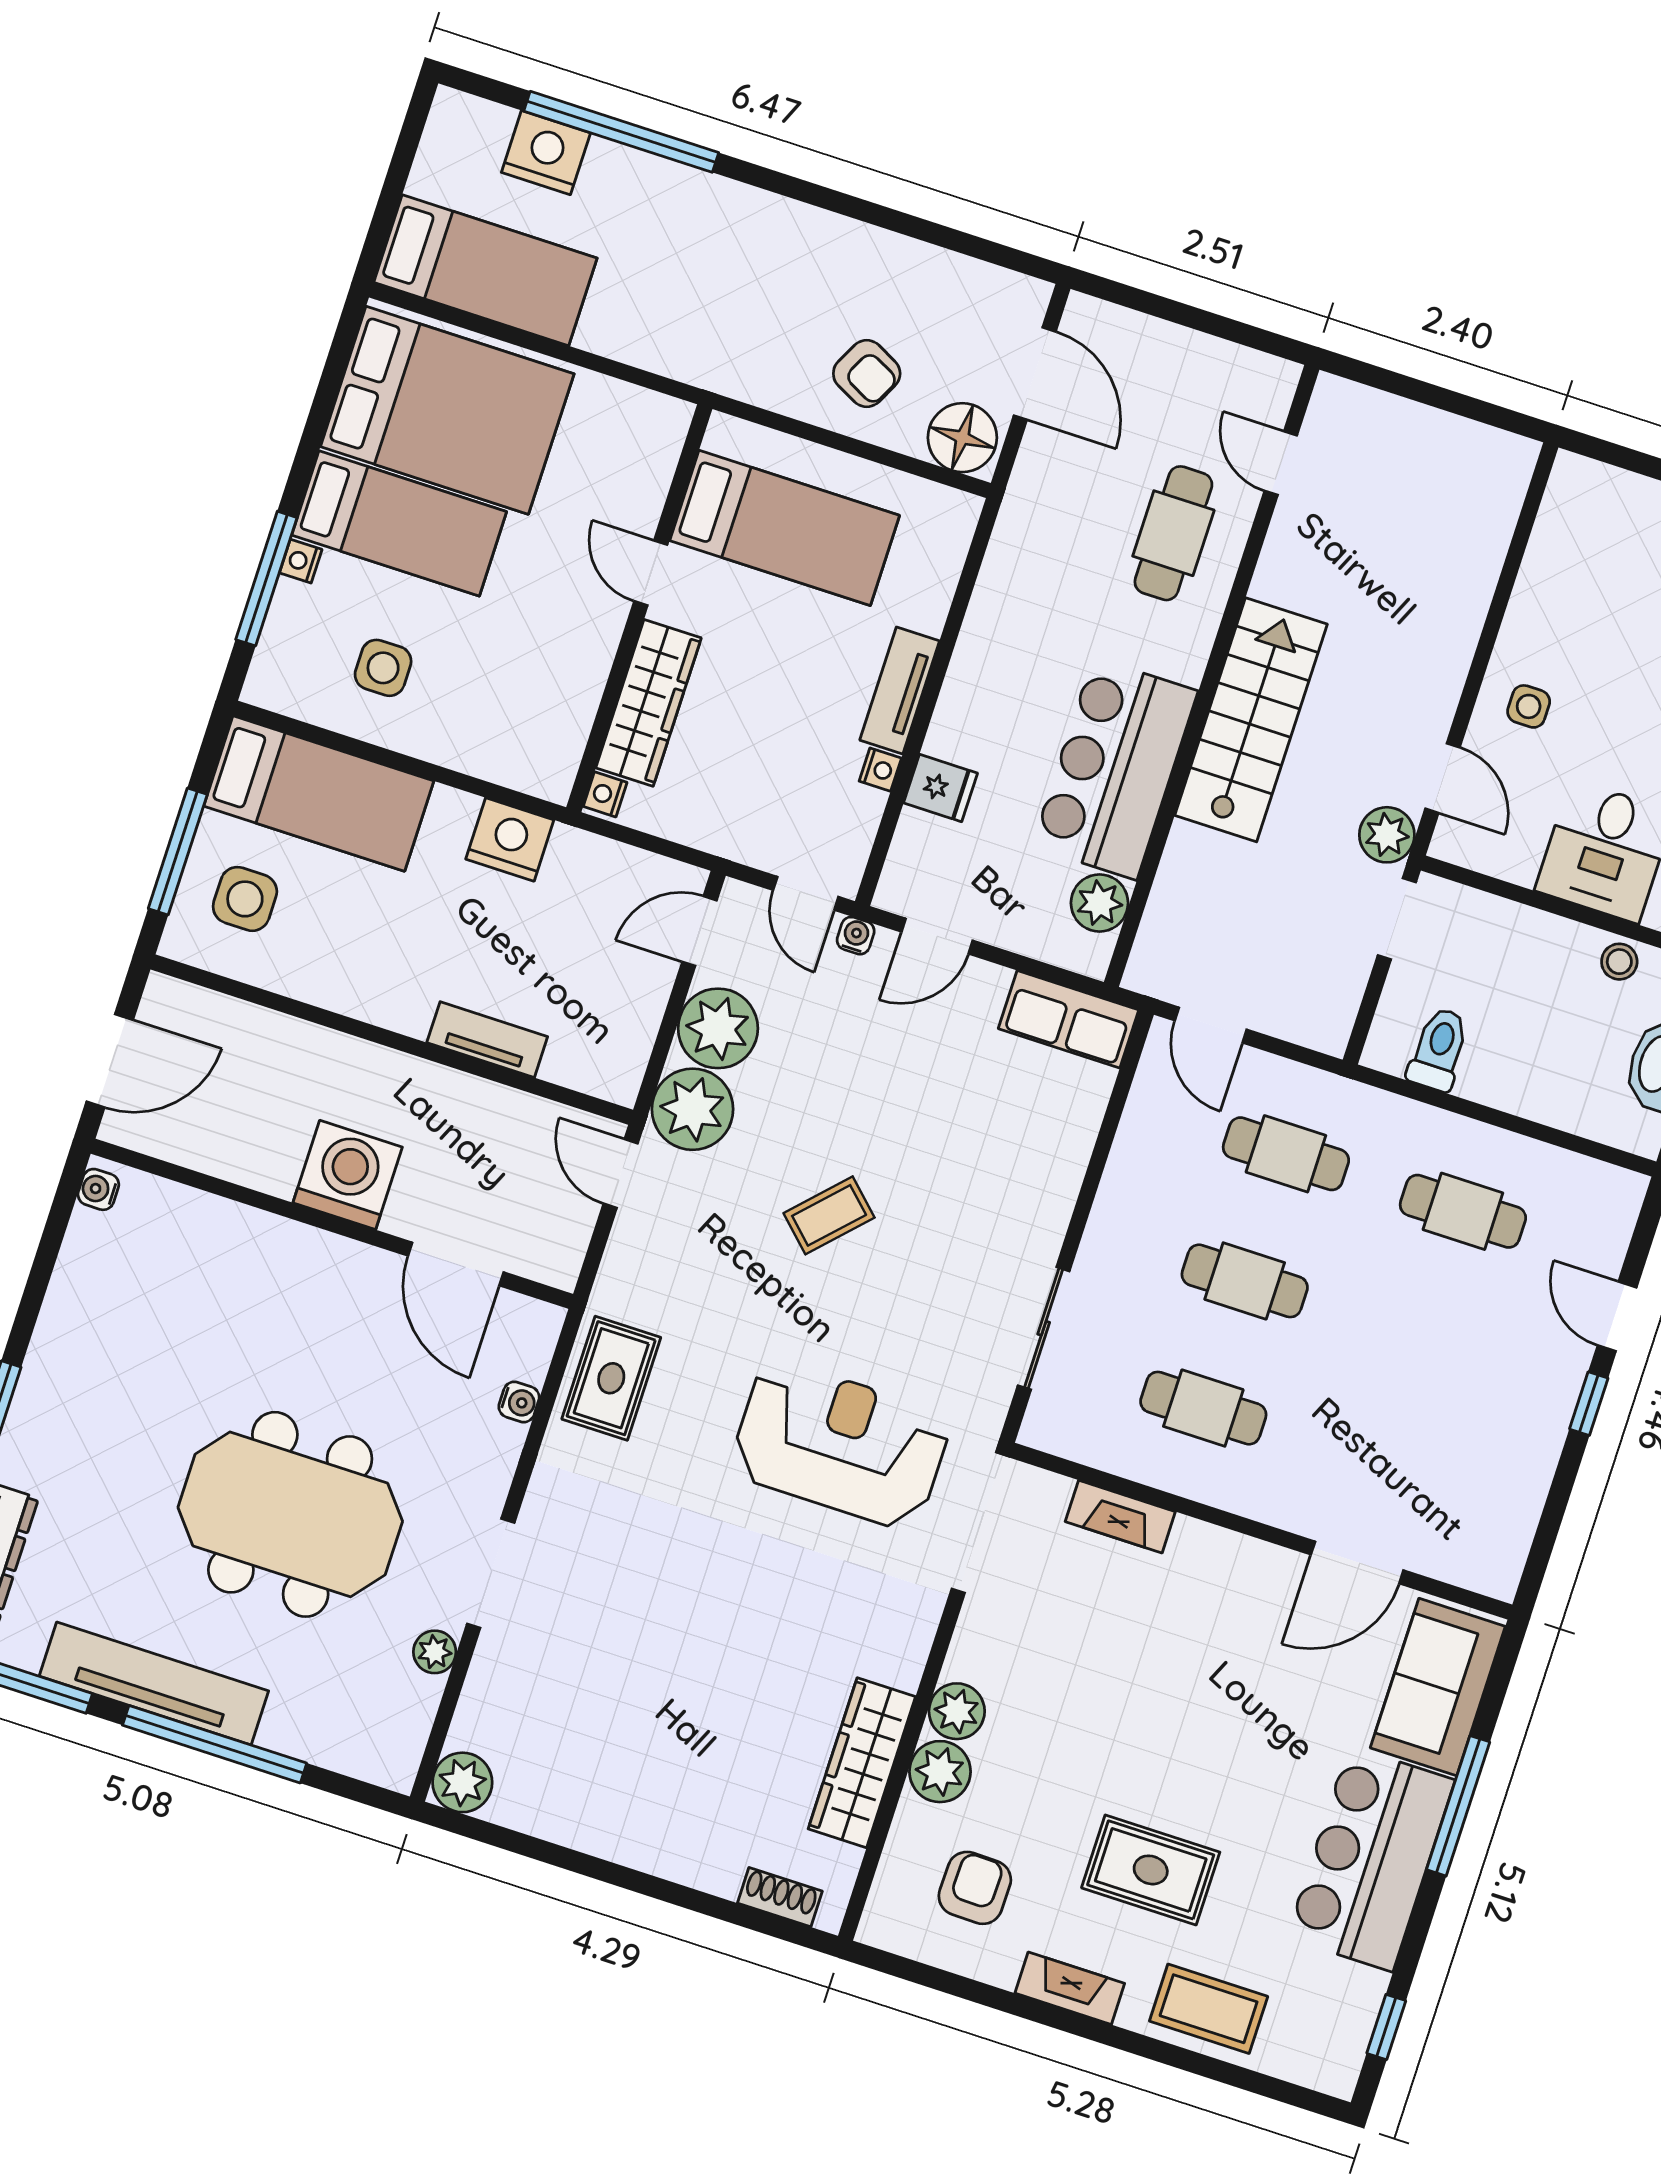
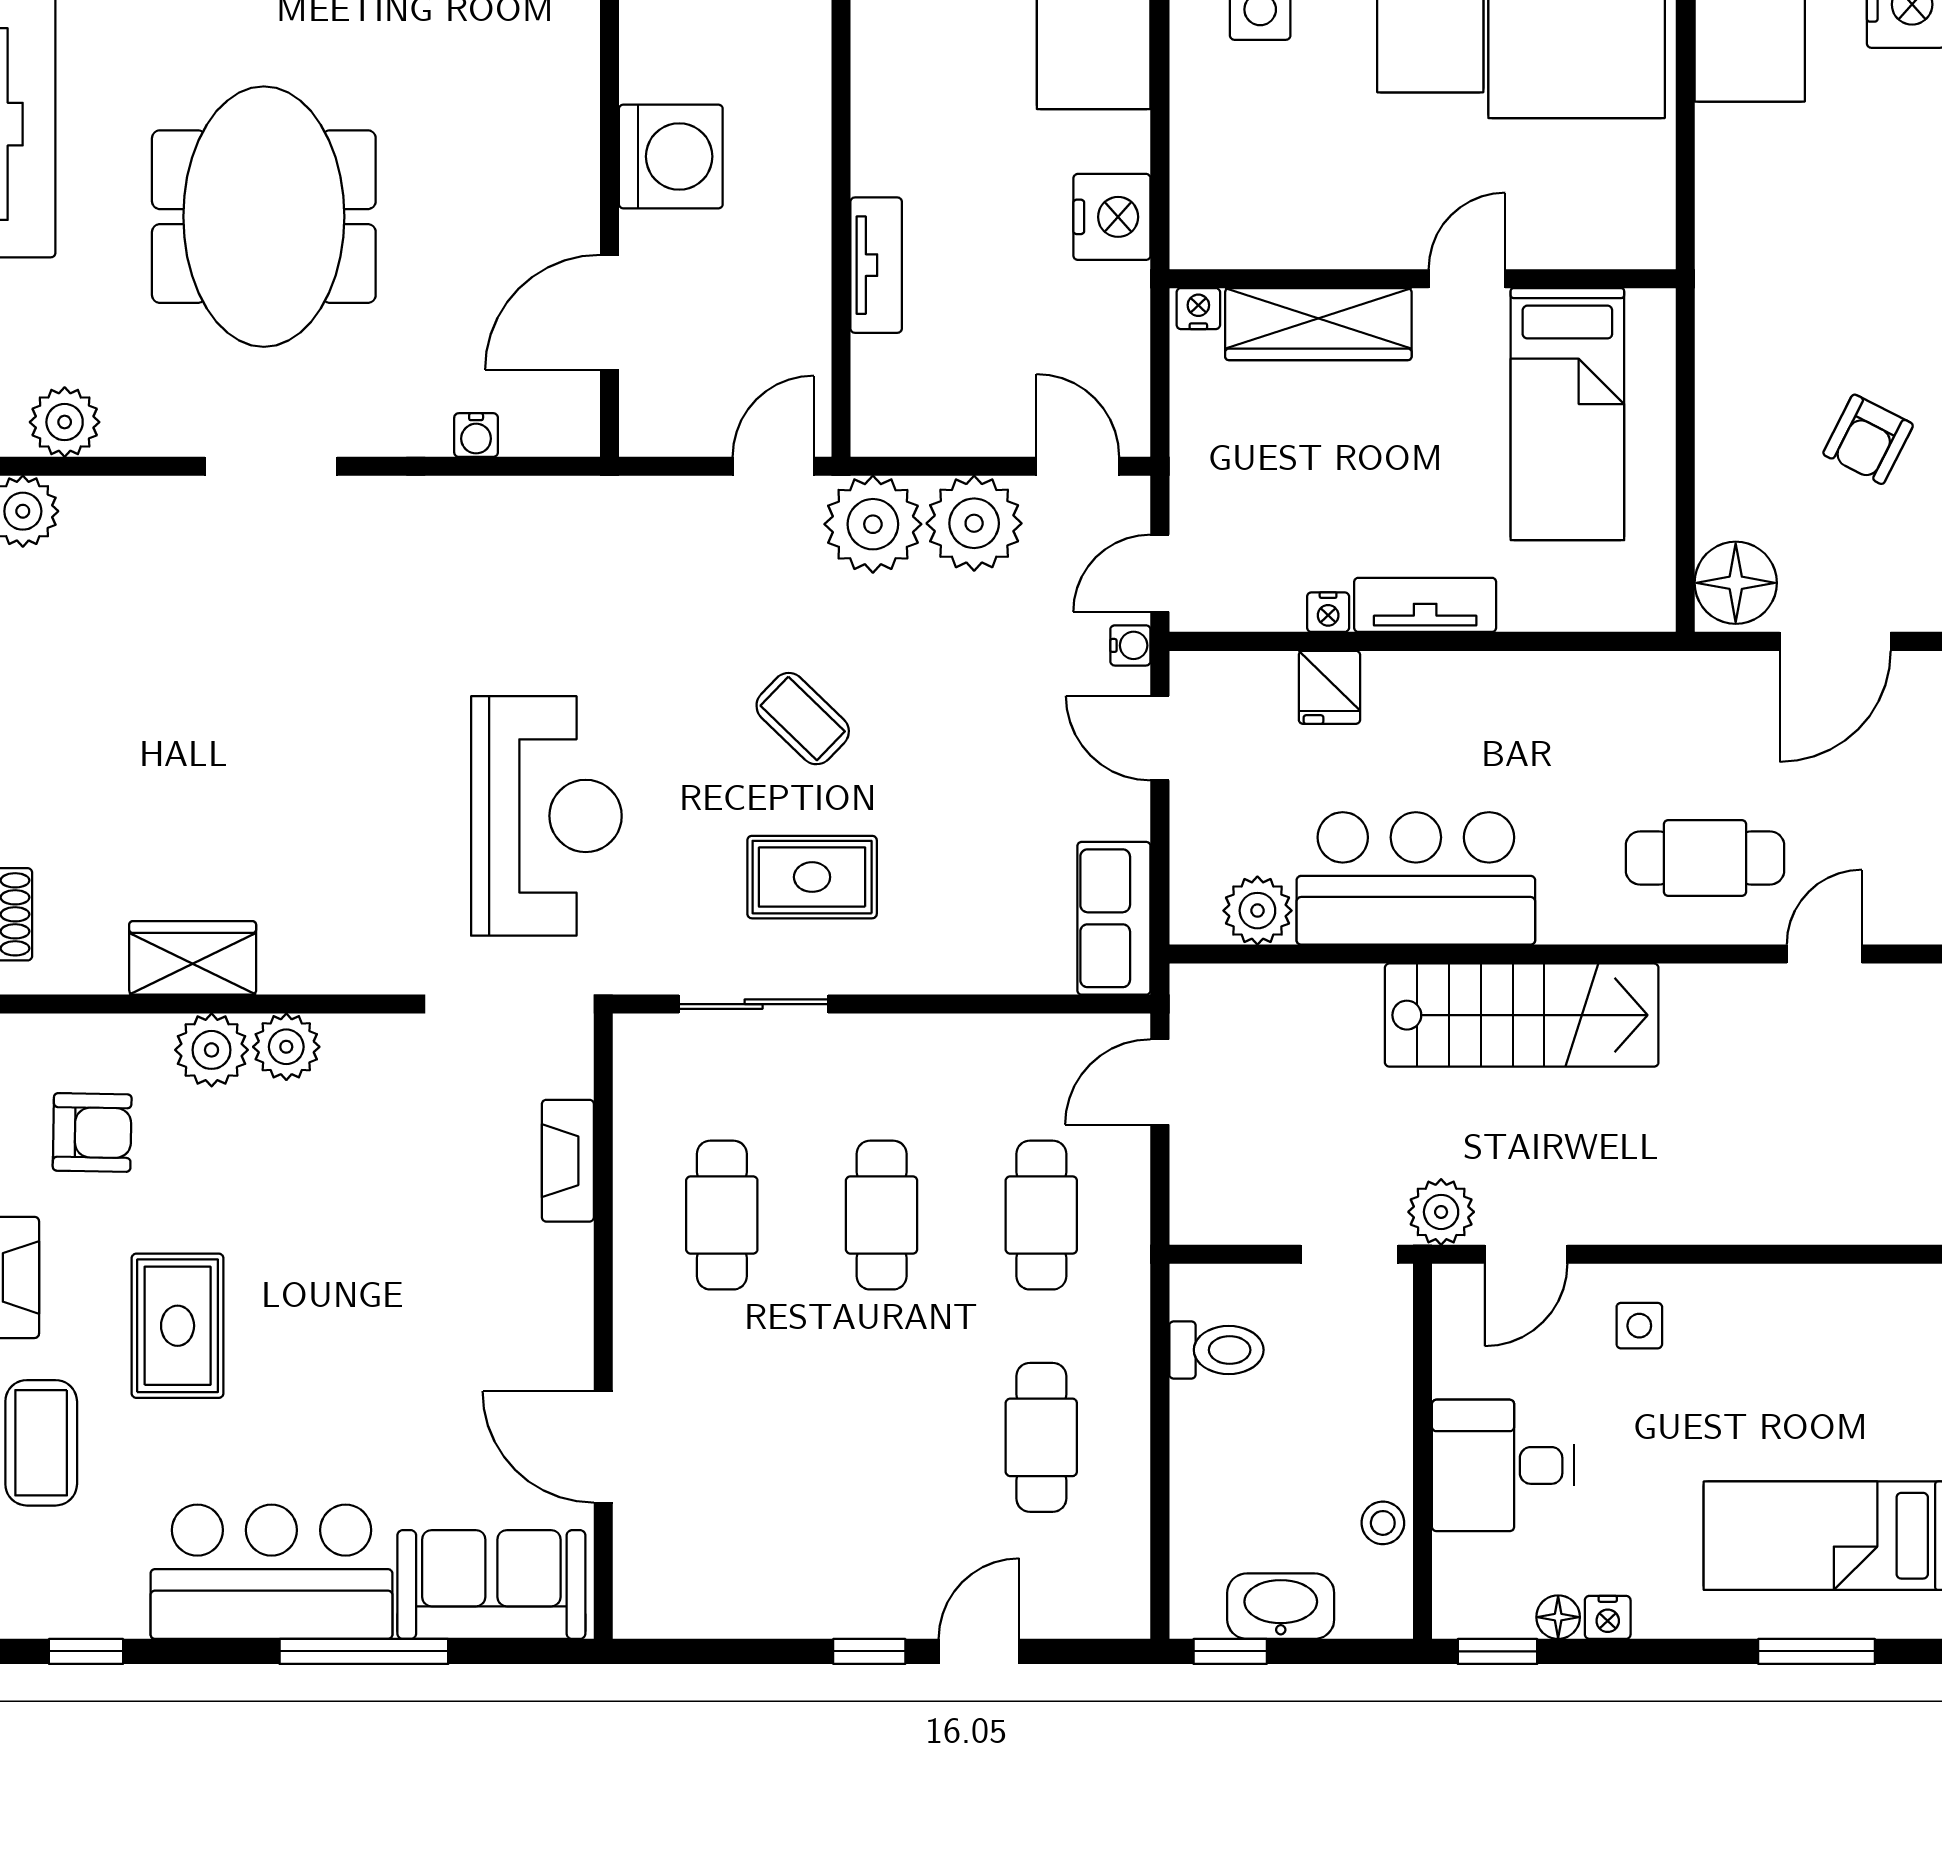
armchair: (867, 374) -> (1868, 439), moved
rug: (611, 1378) -> (812, 877), moved
plant: (435, 1652) -> (65, 422), moved, width x1.38, depth x1.38
wardrobe: (862, 1763) -> (193, 958), width x0.67

